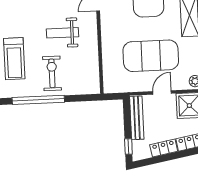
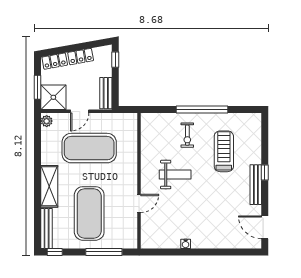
exercise bike: (52, 73) -> (187, 135), width x0.73, depth x0.72
bench: (137, 118) -> (106, 93), width x0.73

